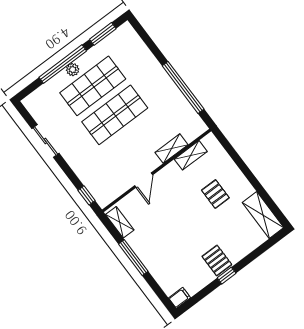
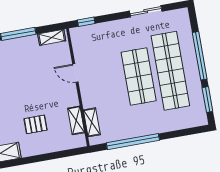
plant: (73, 70) -> (191, 61), removed
shop shelf: (93, 86) -> (170, 71), width x1.40
shelving: (172, 149) -> (92, 122), moved

